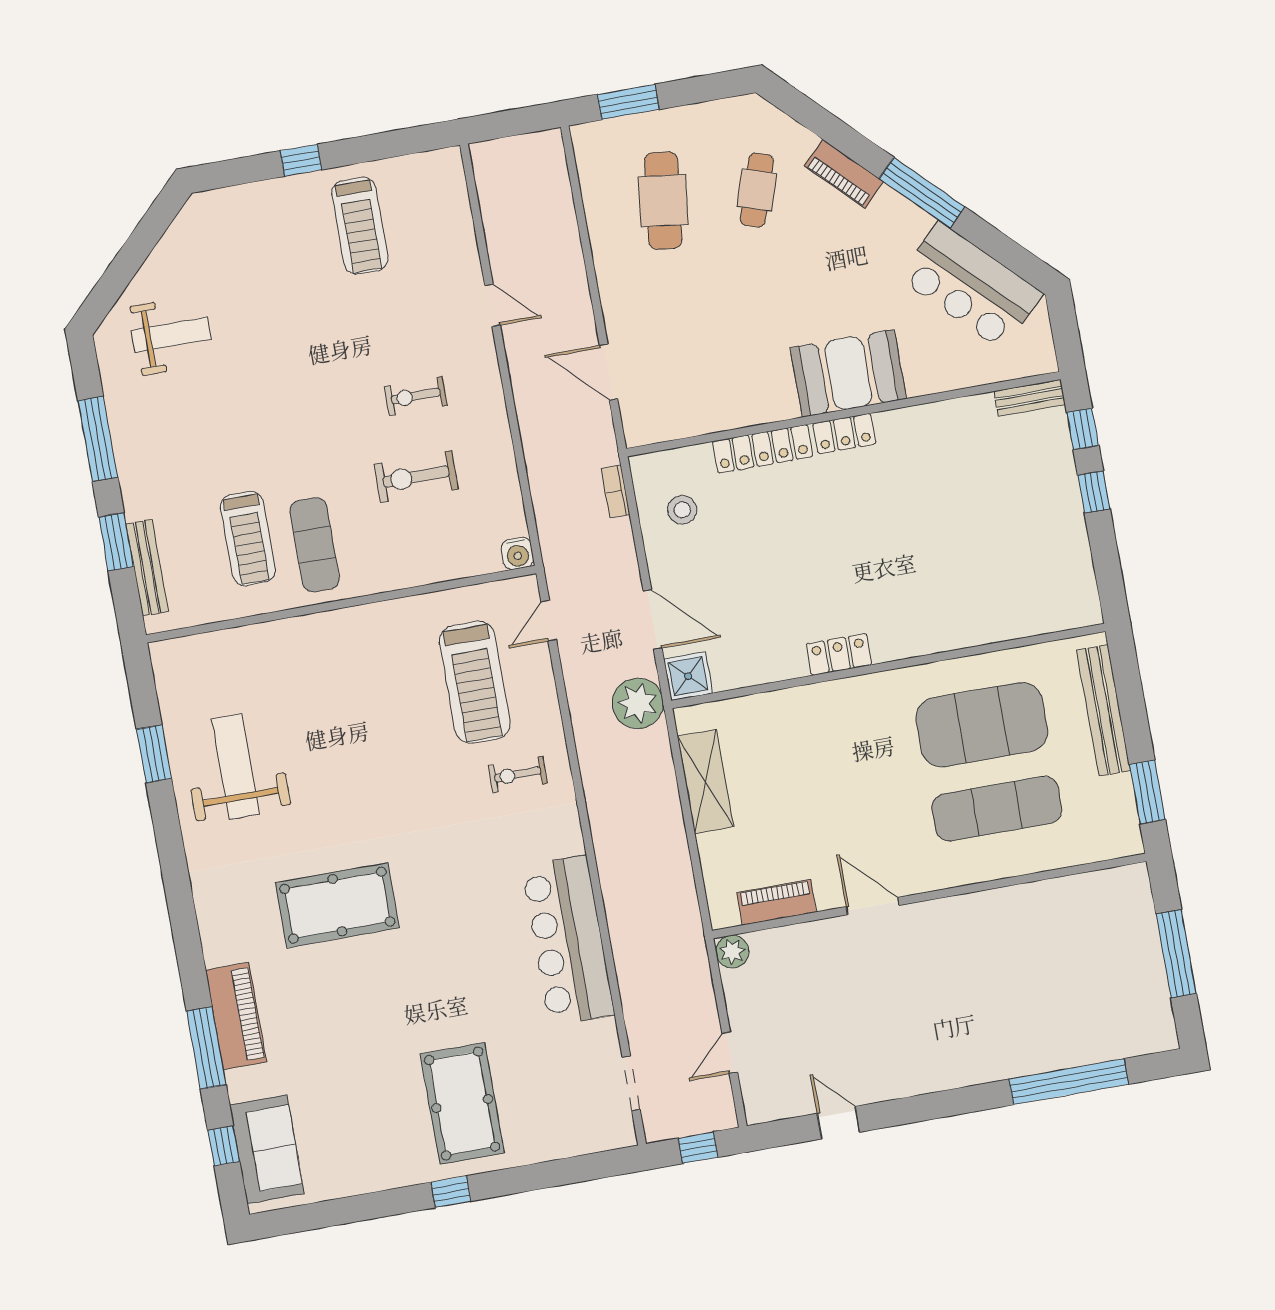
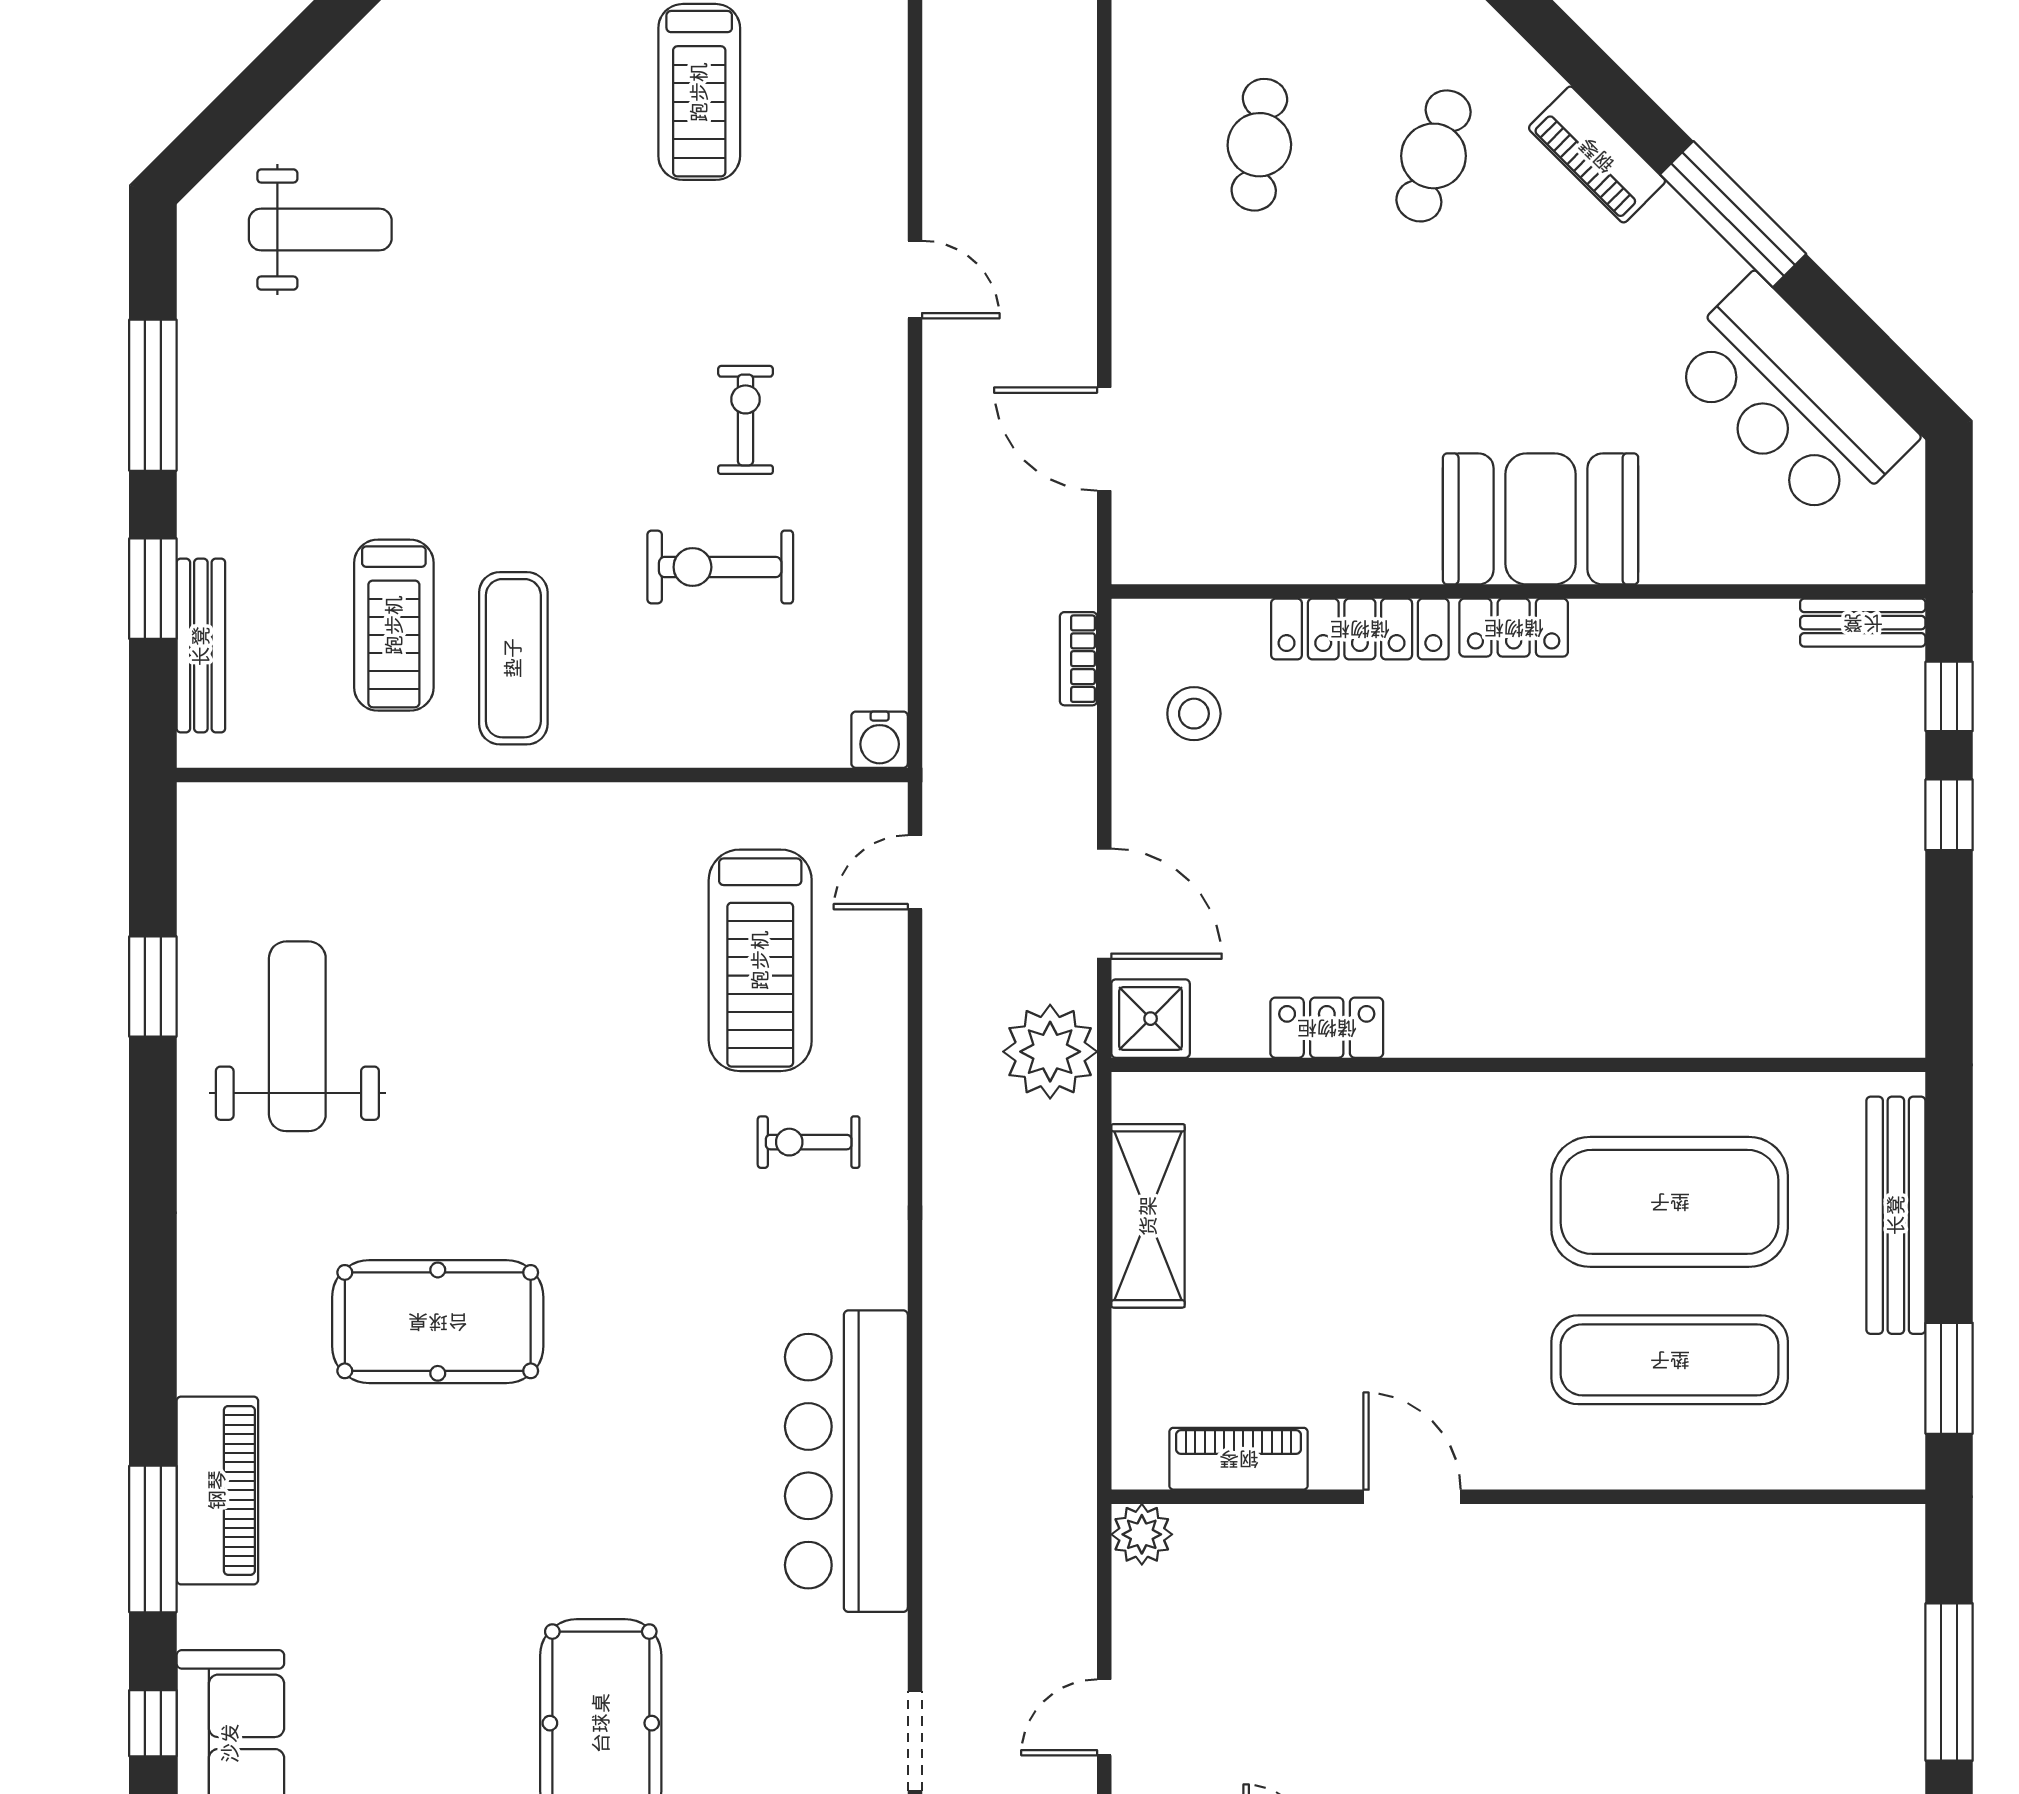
cafe table: (663, 201) -> (1259, 145), width x0.73, depth x0.74
exercise bike: (416, 396) -> (745, 420), turned 90
locker: (839, 654) -> (1327, 1028), moved

